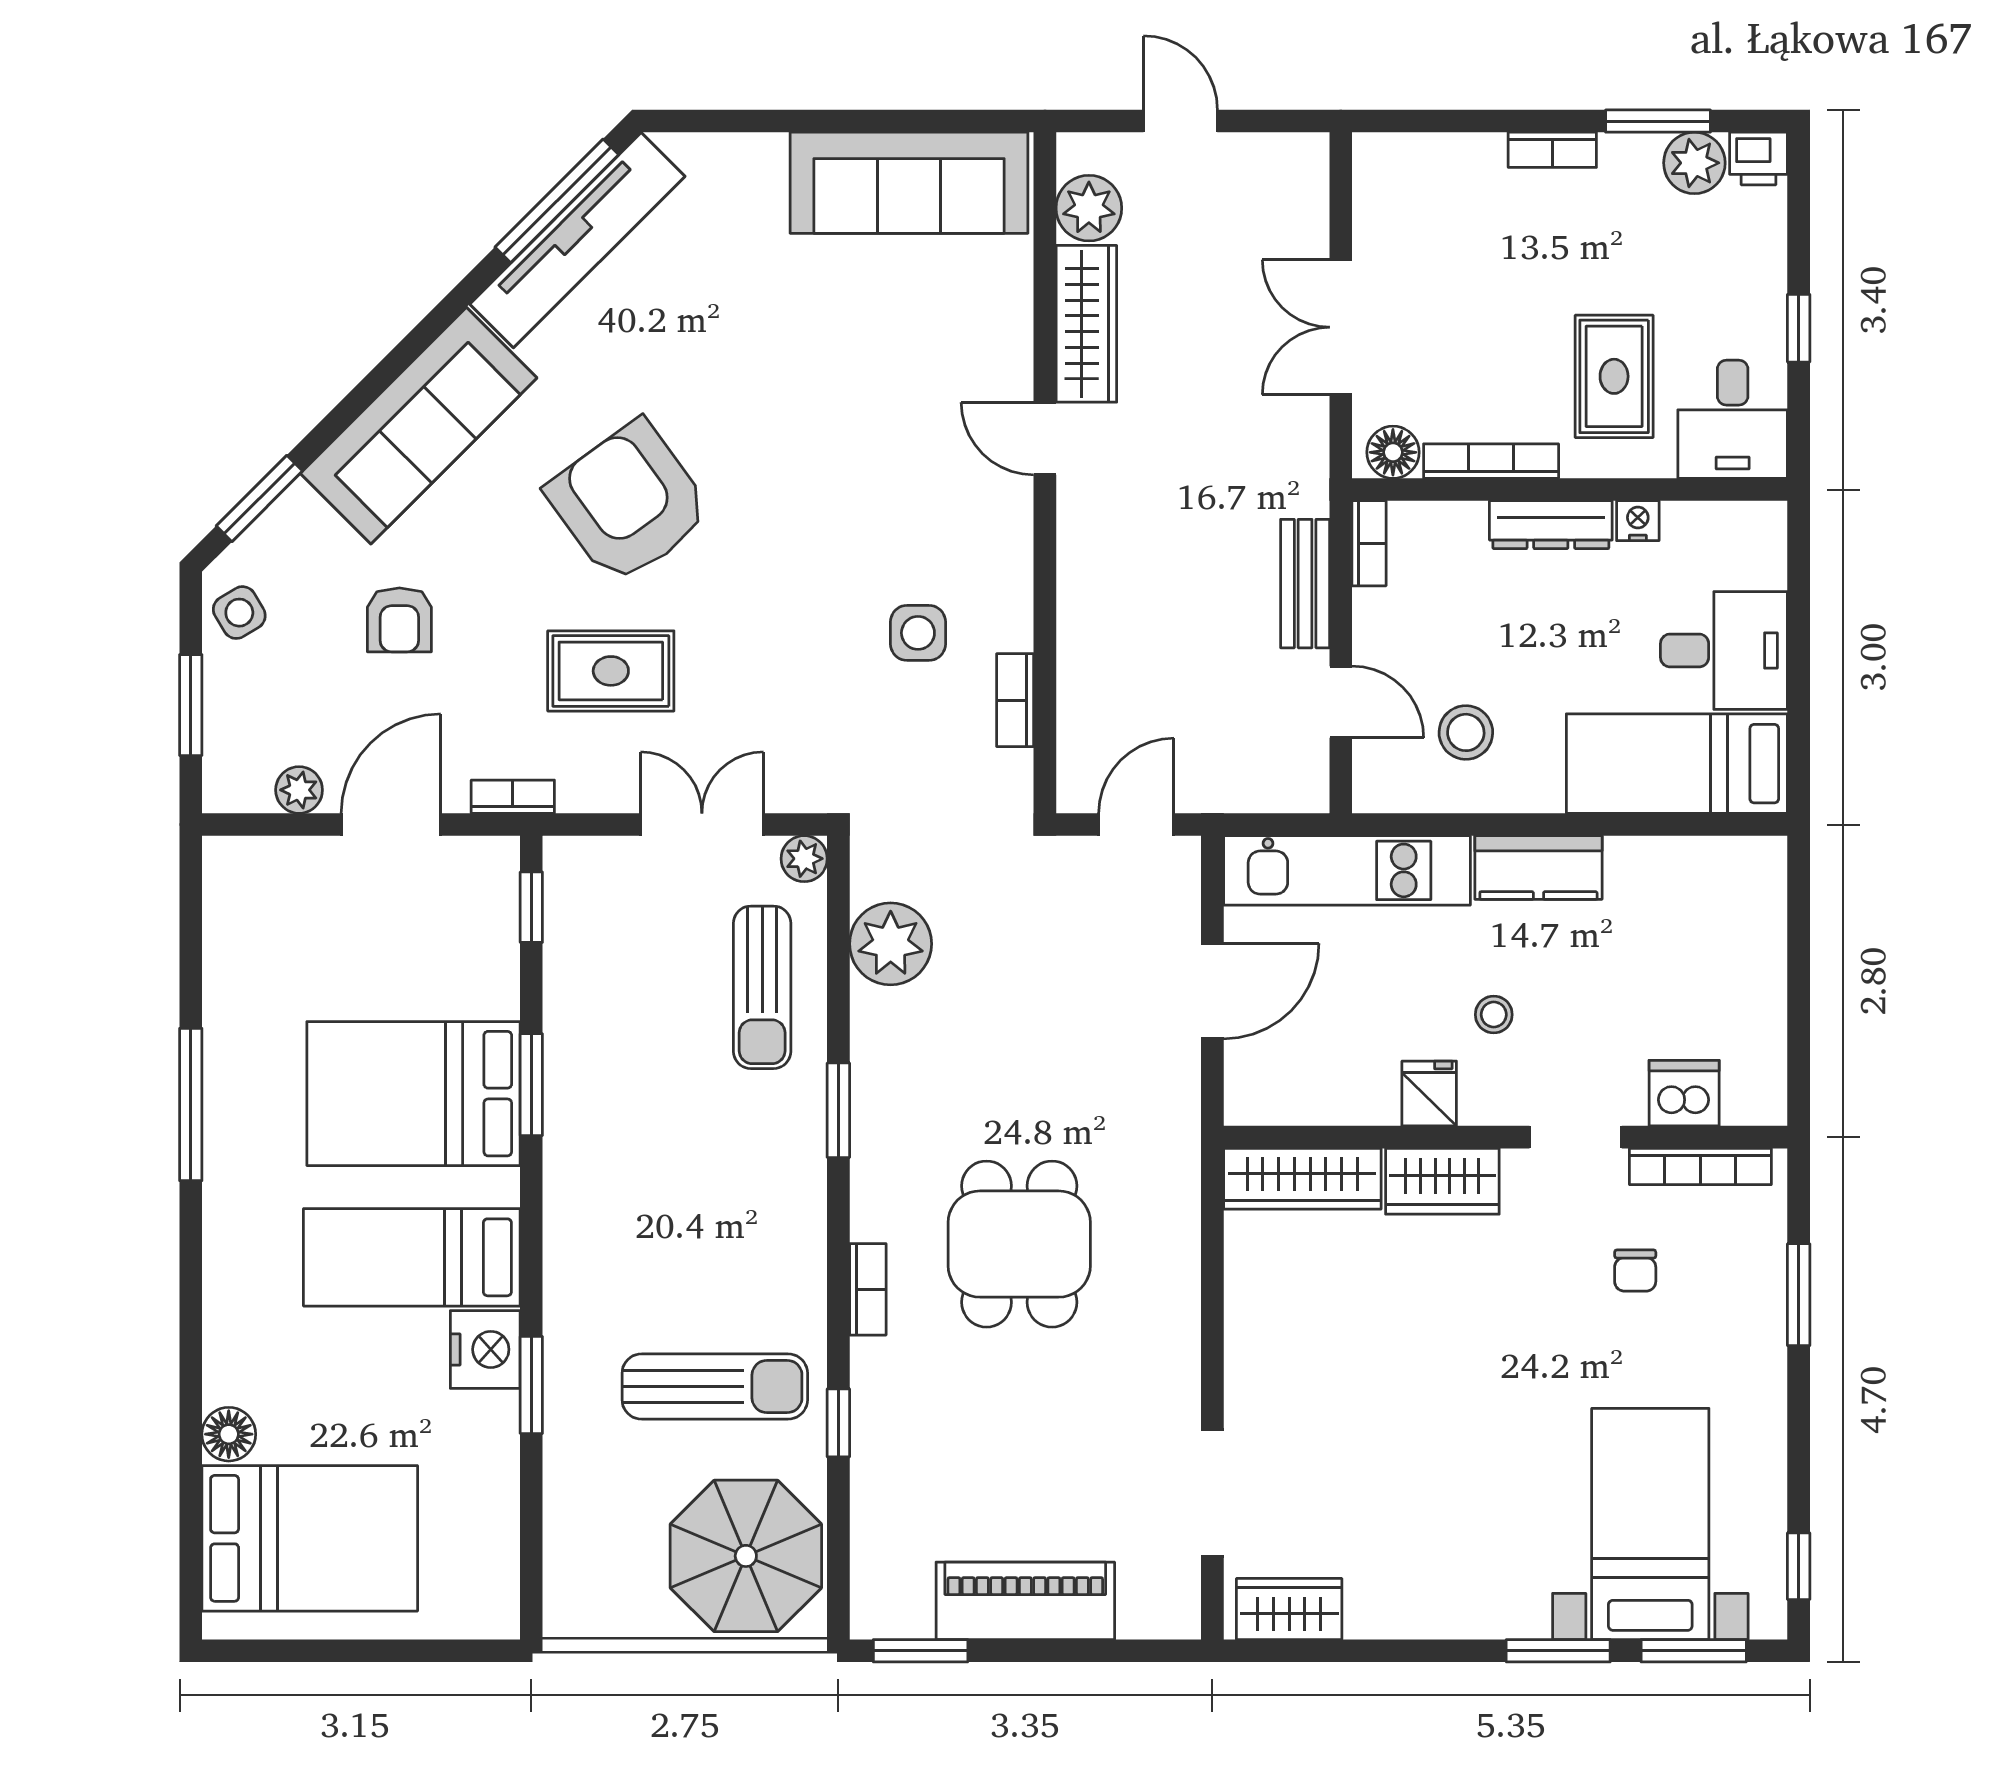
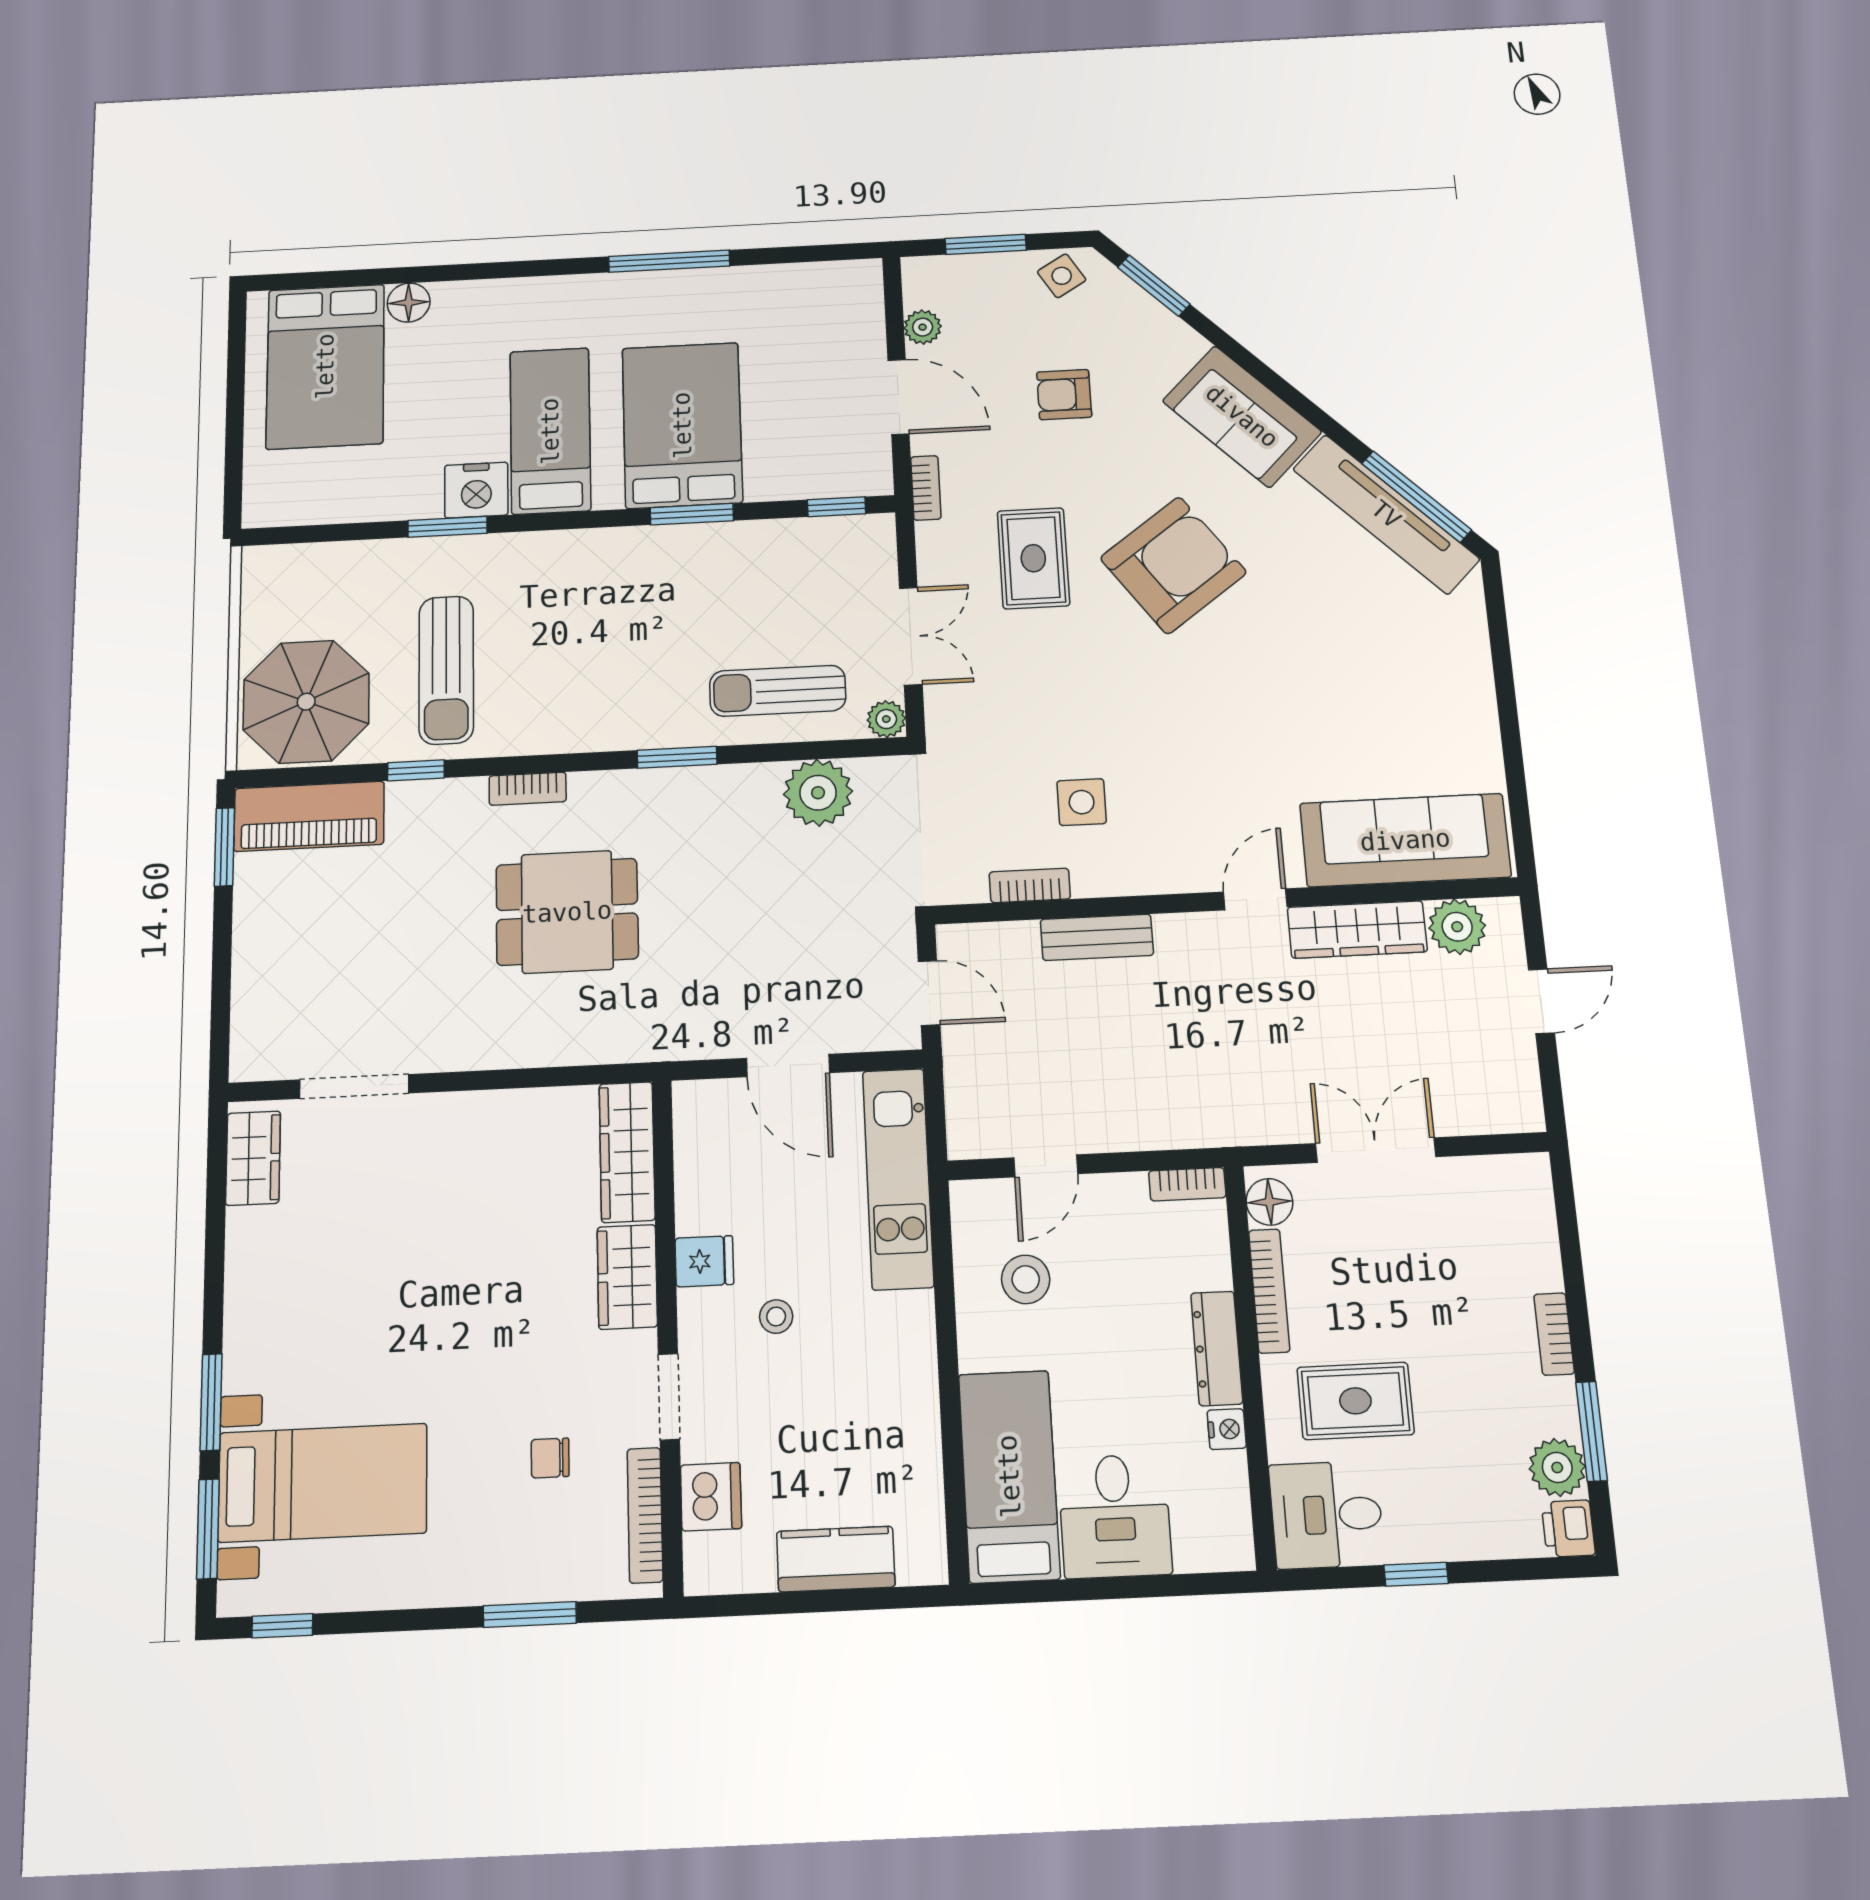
sofa: (909, 183) -> (1405, 840), moved, turned 90
sofa: (419, 426) -> (1242, 416), width x0.73
bench: (1305, 584) -> (1097, 937), moved
kitchen counter: (1538, 868) -> (836, 1559), moved, turned 90
piano: (1025, 1601) -> (309, 816), moved, turned 90

